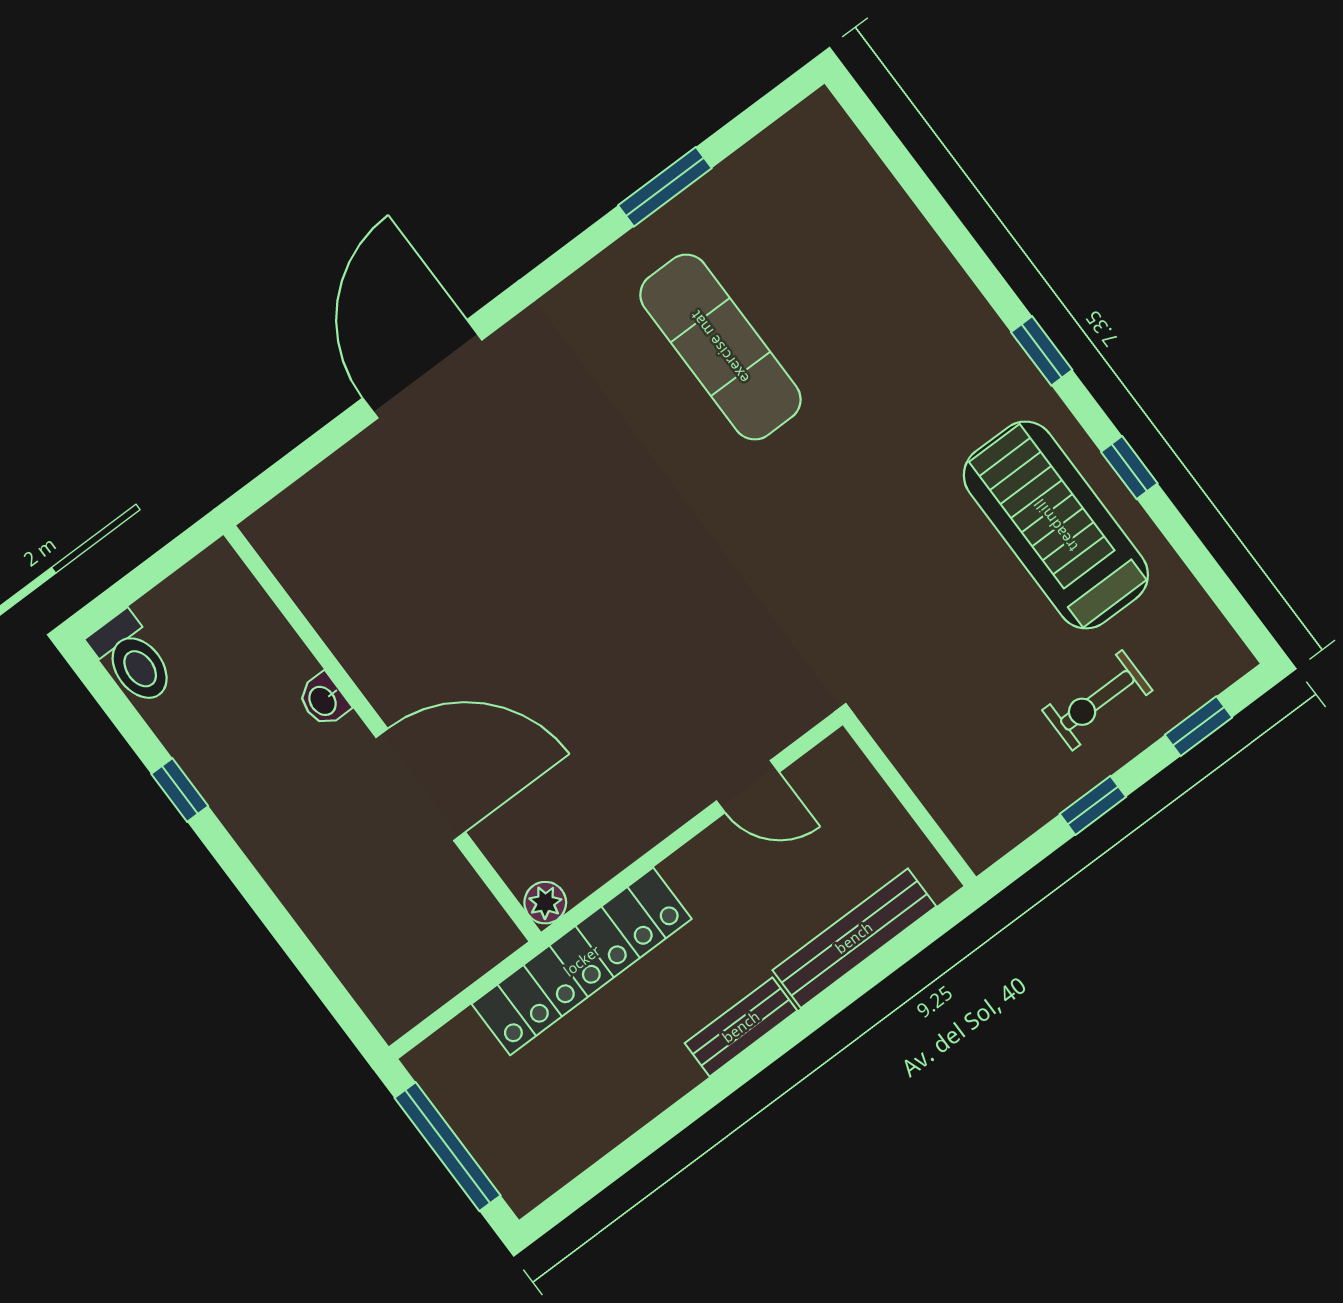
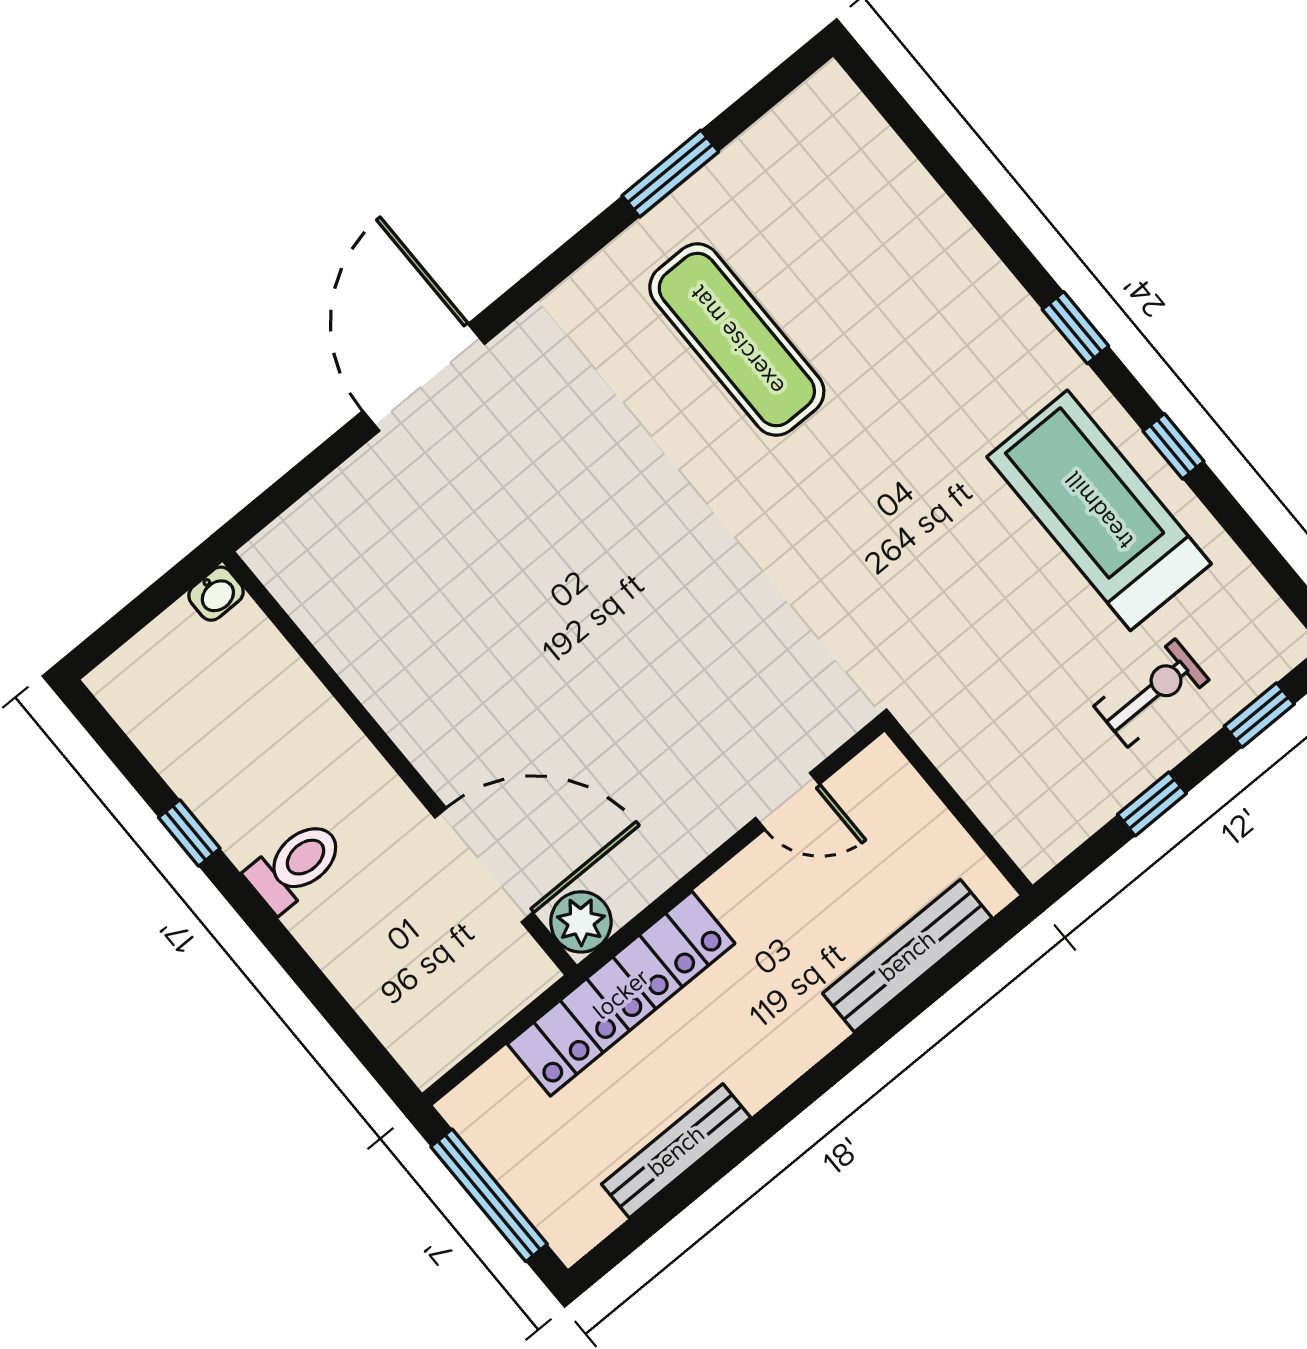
toilet: (133, 659) -> (295, 865), moved, turned -90
washbasin: (323, 700) -> (216, 594), moved, turned -90
exercise bike: (1097, 700) -> (1151, 693), turned 180
door: (421, 785) -> (484, 865), moved
plant: (545, 903) -> (581, 922), width x1.38, depth x1.38
bench: (741, 1027) -> (676, 1151), moved, width x1.36

